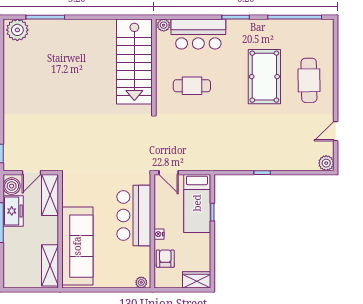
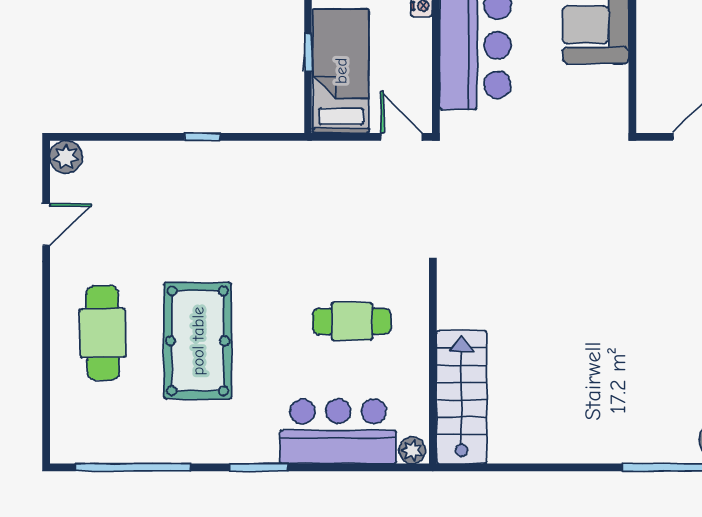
stairs: (134, 61) -> (462, 397), width x0.73, depth x0.66
shelving: (50, 195) -> (654, 89), removed

